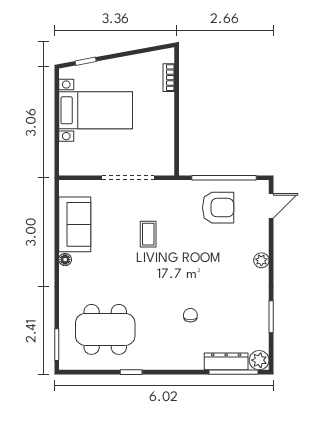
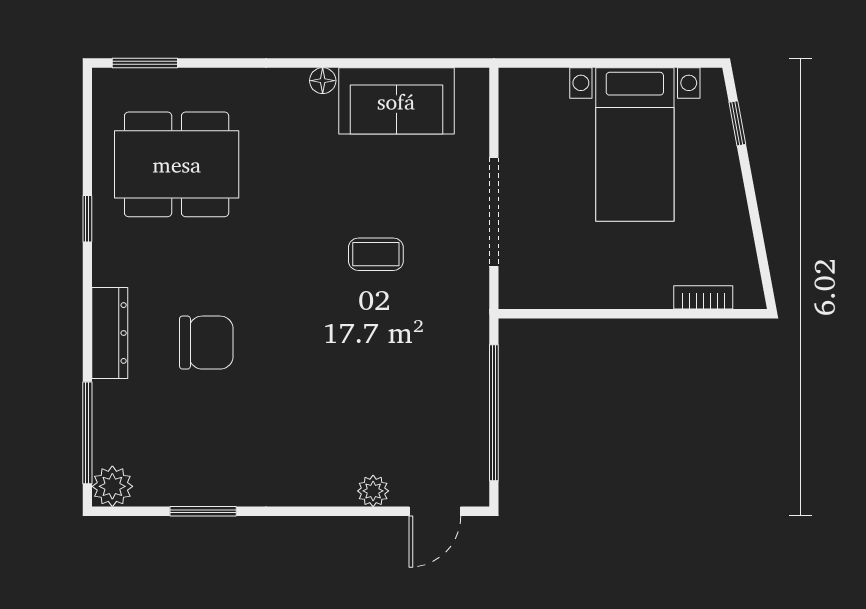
door: (271, 206) -> (435, 511), hinge flipped
armchair: (218, 208) -> (432, 400), removed
plant: (261, 260) -> (373, 491), moved
chair: (190, 315) -> (206, 343), width x1.87, depth x1.87
dining table: (105, 329) -> (177, 164), turned 90
dresser: (226, 361) -> (110, 333), moved

